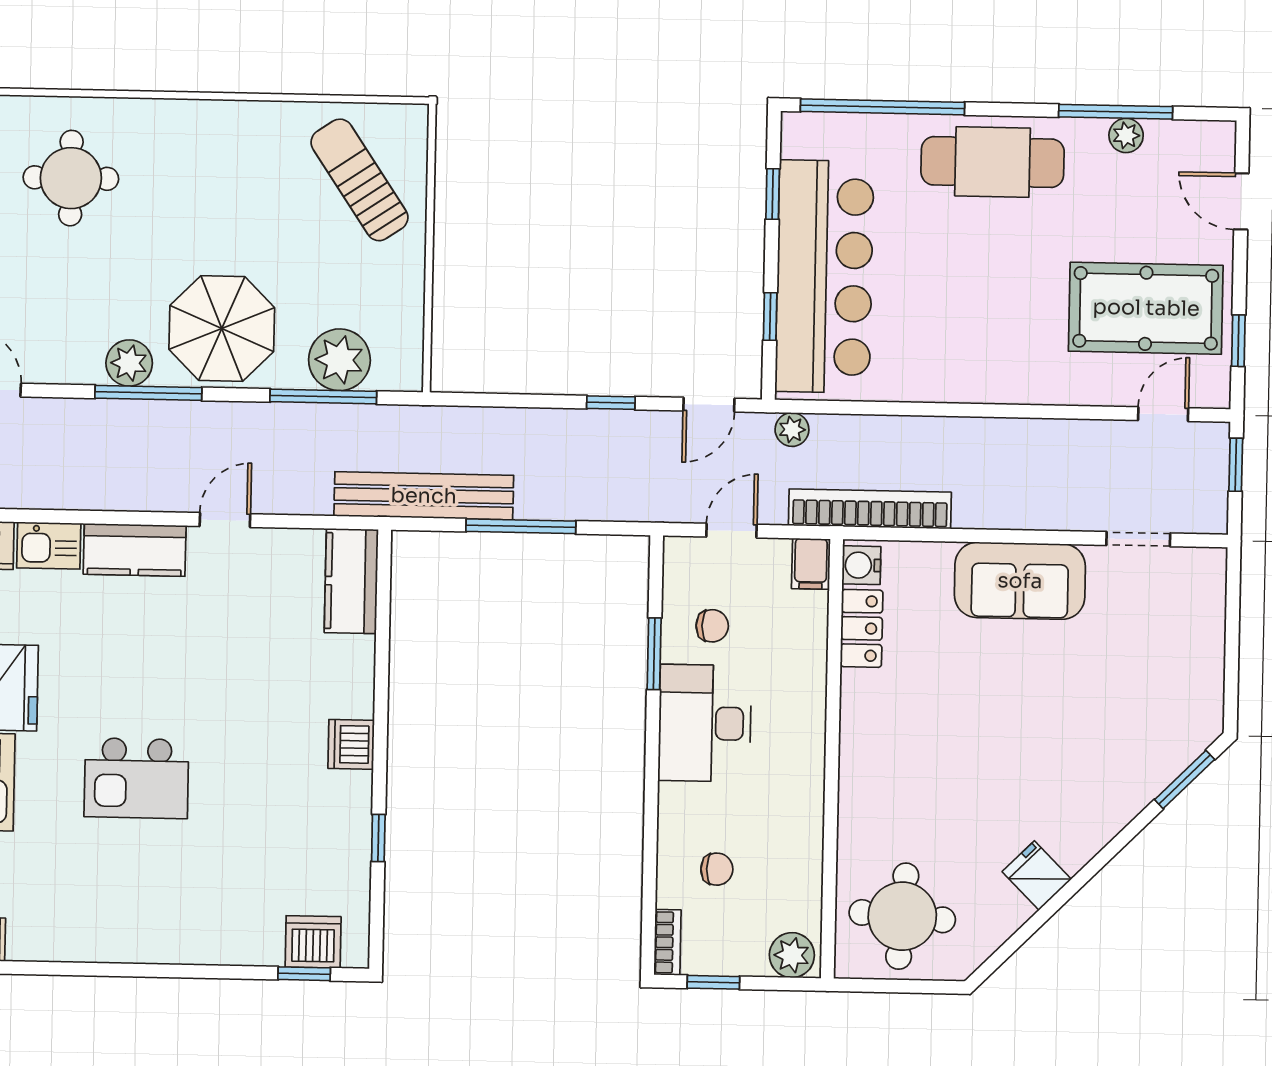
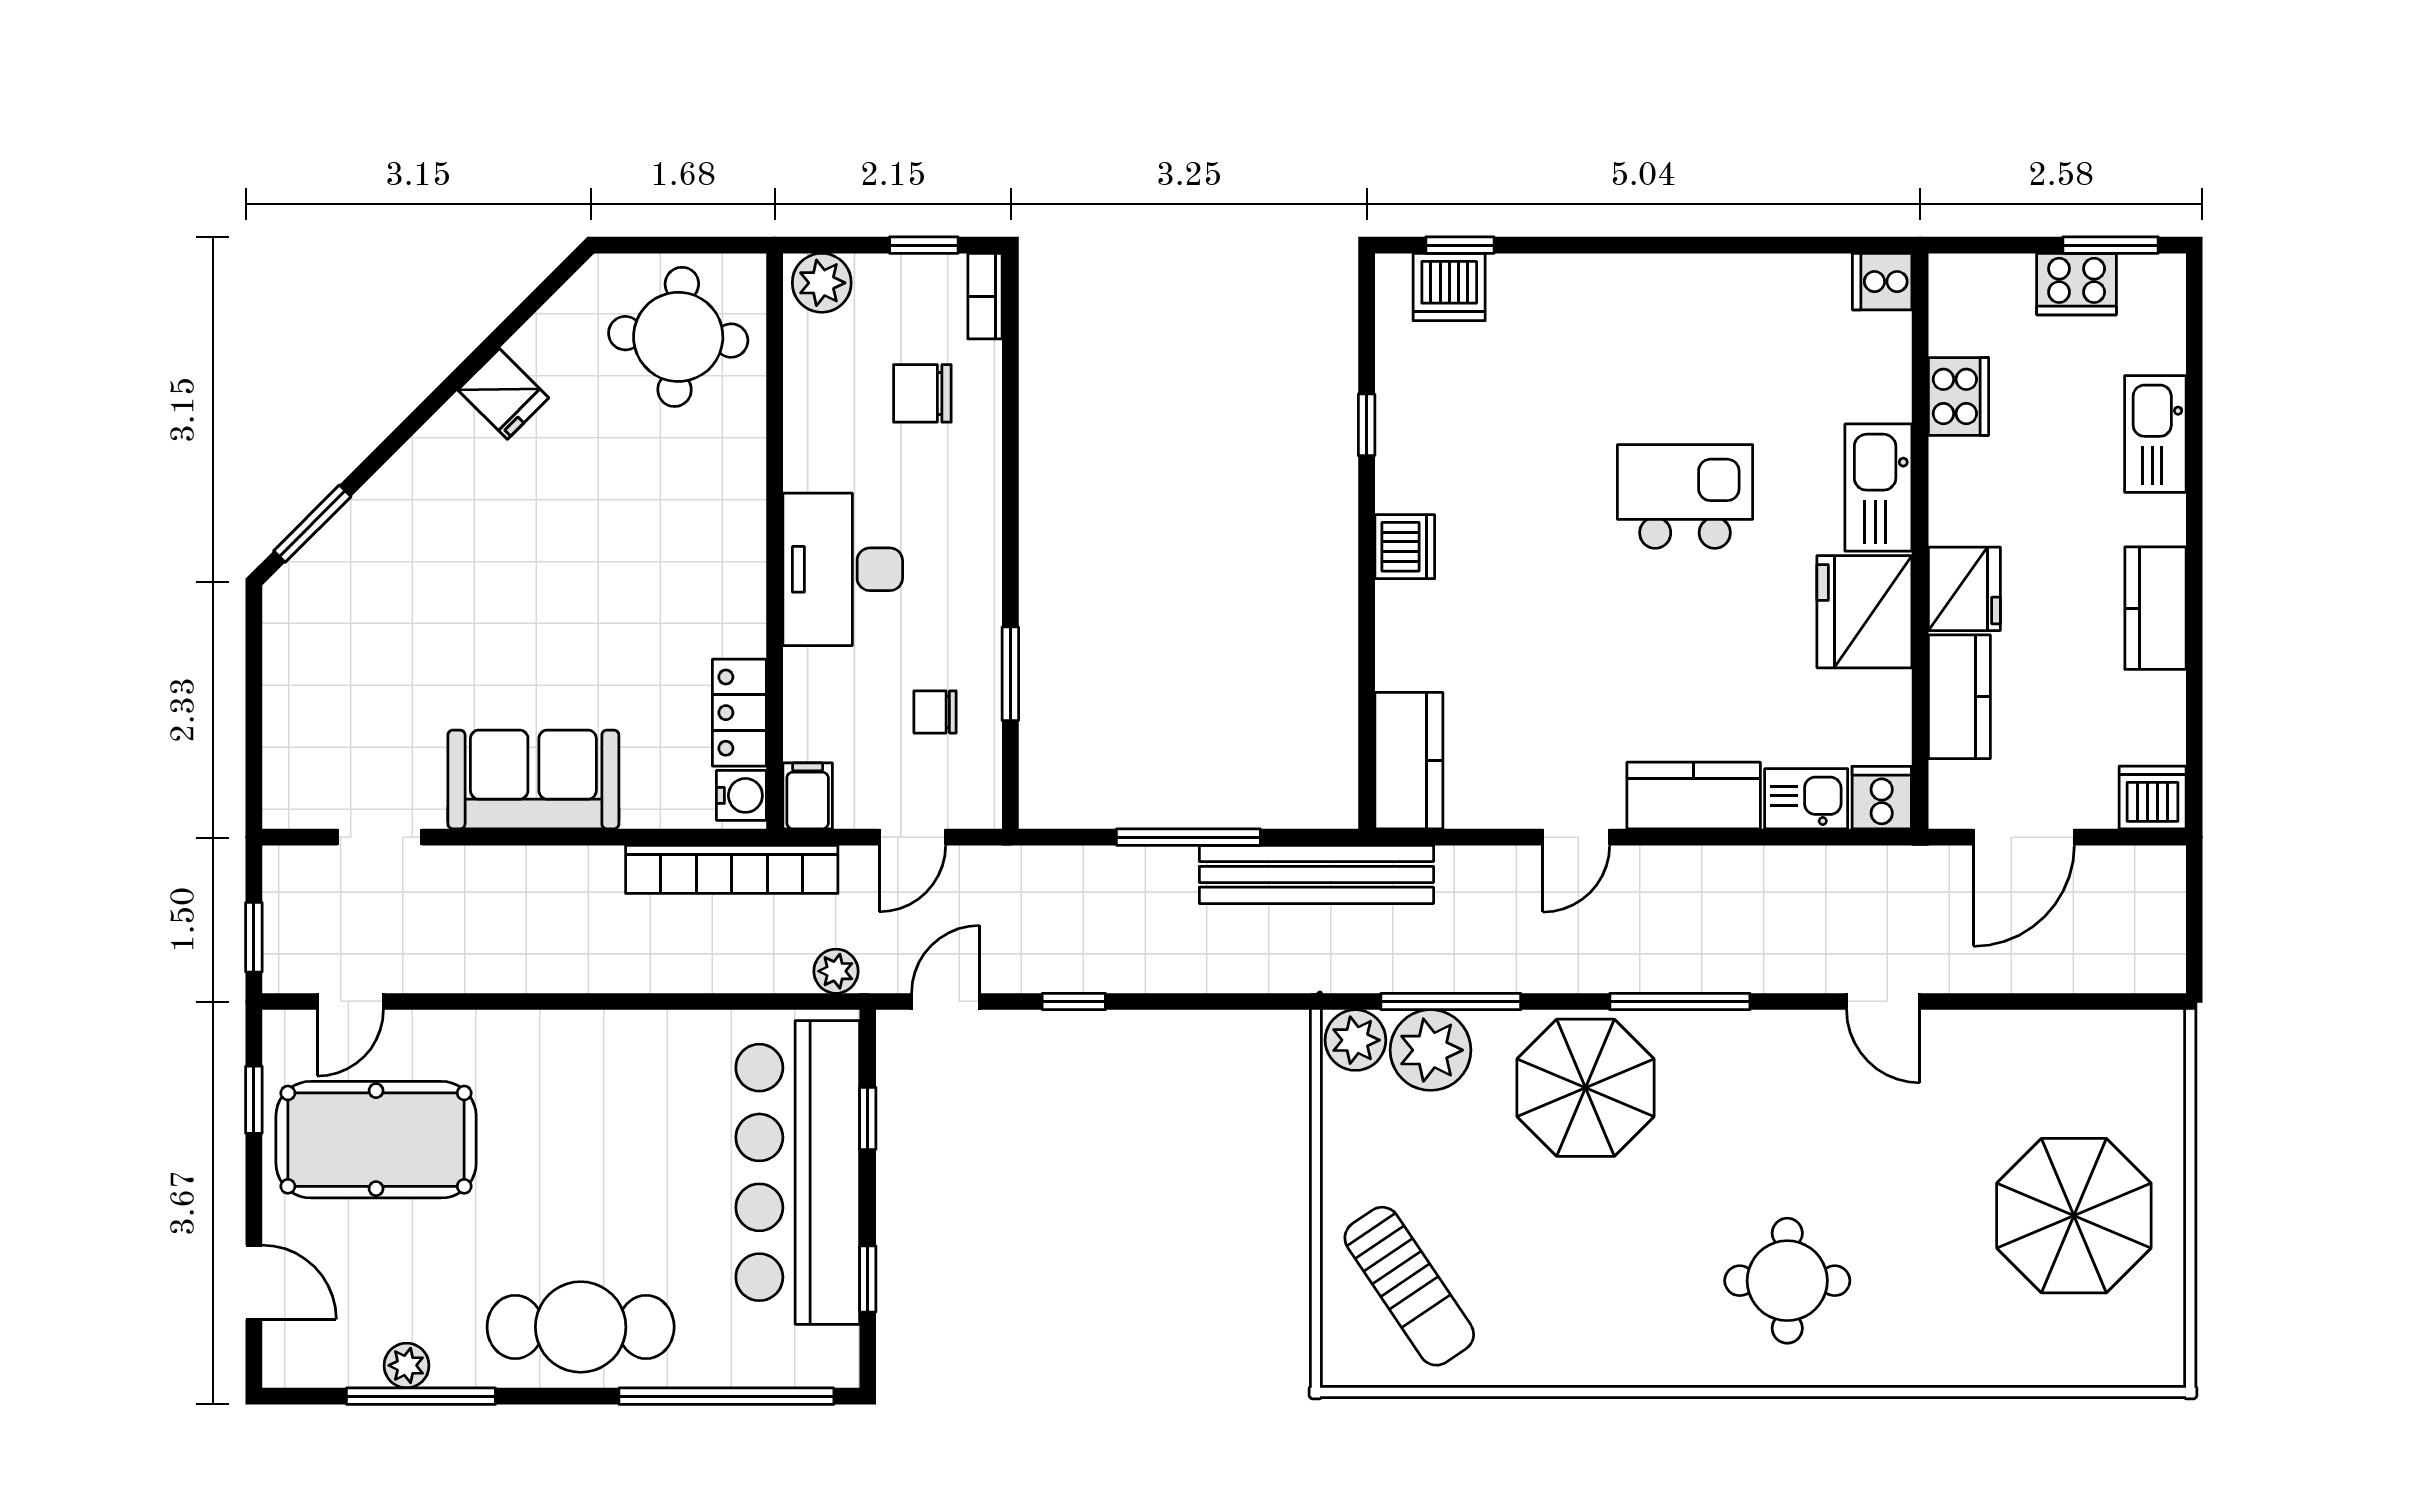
plant: (129, 363) -> (1355, 1040), moved
desk: (705, 723) -> (843, 569), moved, turned 180
chair: (717, 869) -> (922, 393), width x1.37, depth x1.37

